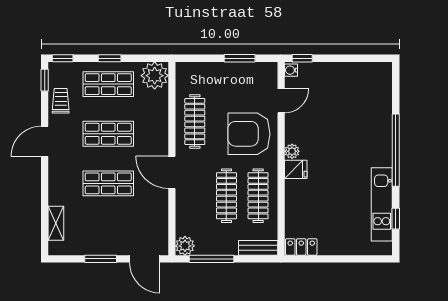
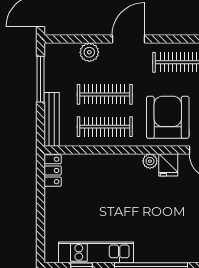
fridge: (296, 169) -> (168, 165), moved
plant: (185, 246) -> (89, 52), moved
bench: (258, 248) -> (52, 119), width x1.36

